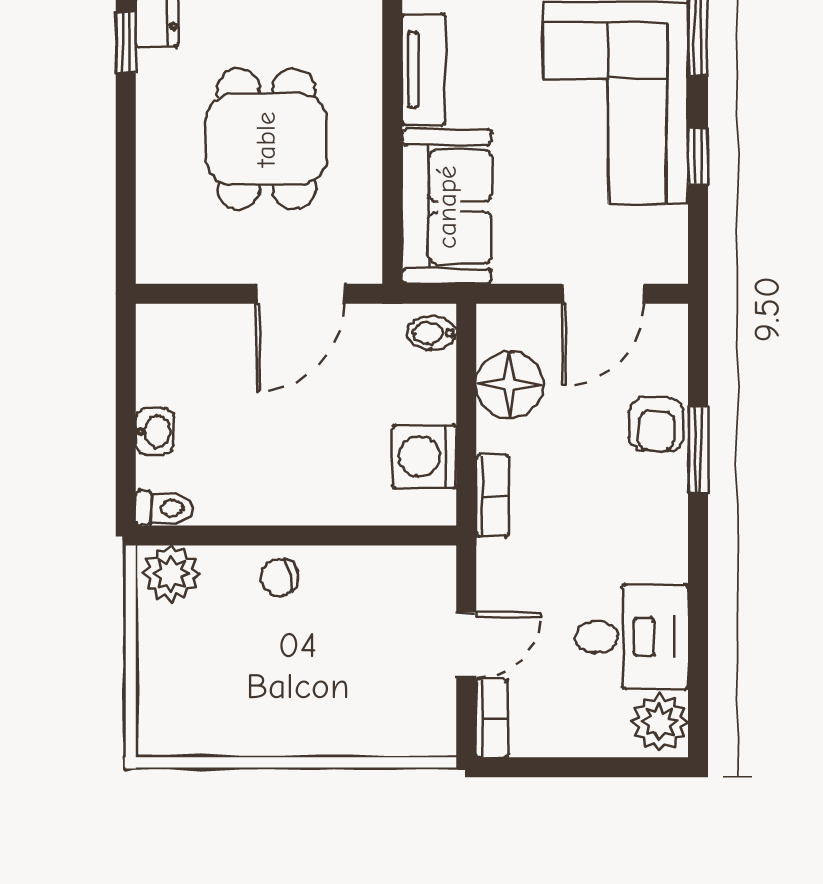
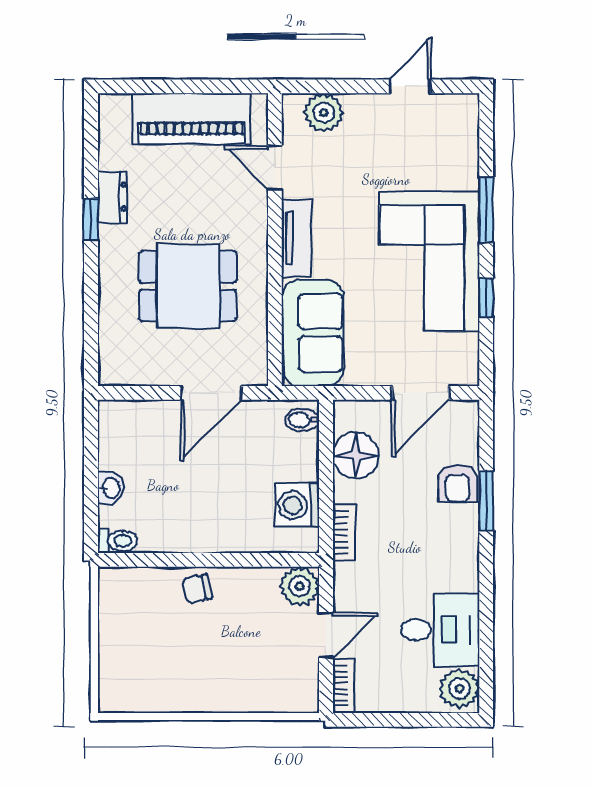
dining table: (266, 139) -> (188, 286), turned 90
plant: (171, 574) -> (300, 586), moved

